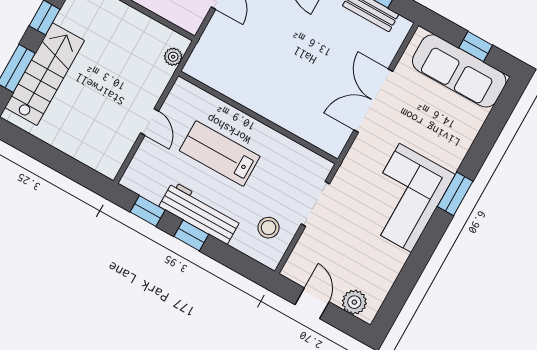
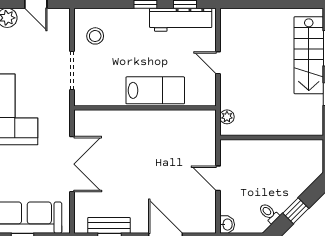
lab bench: (220, 154) -> (155, 90), moved
workbench: (200, 213) -> (181, 20), moved

